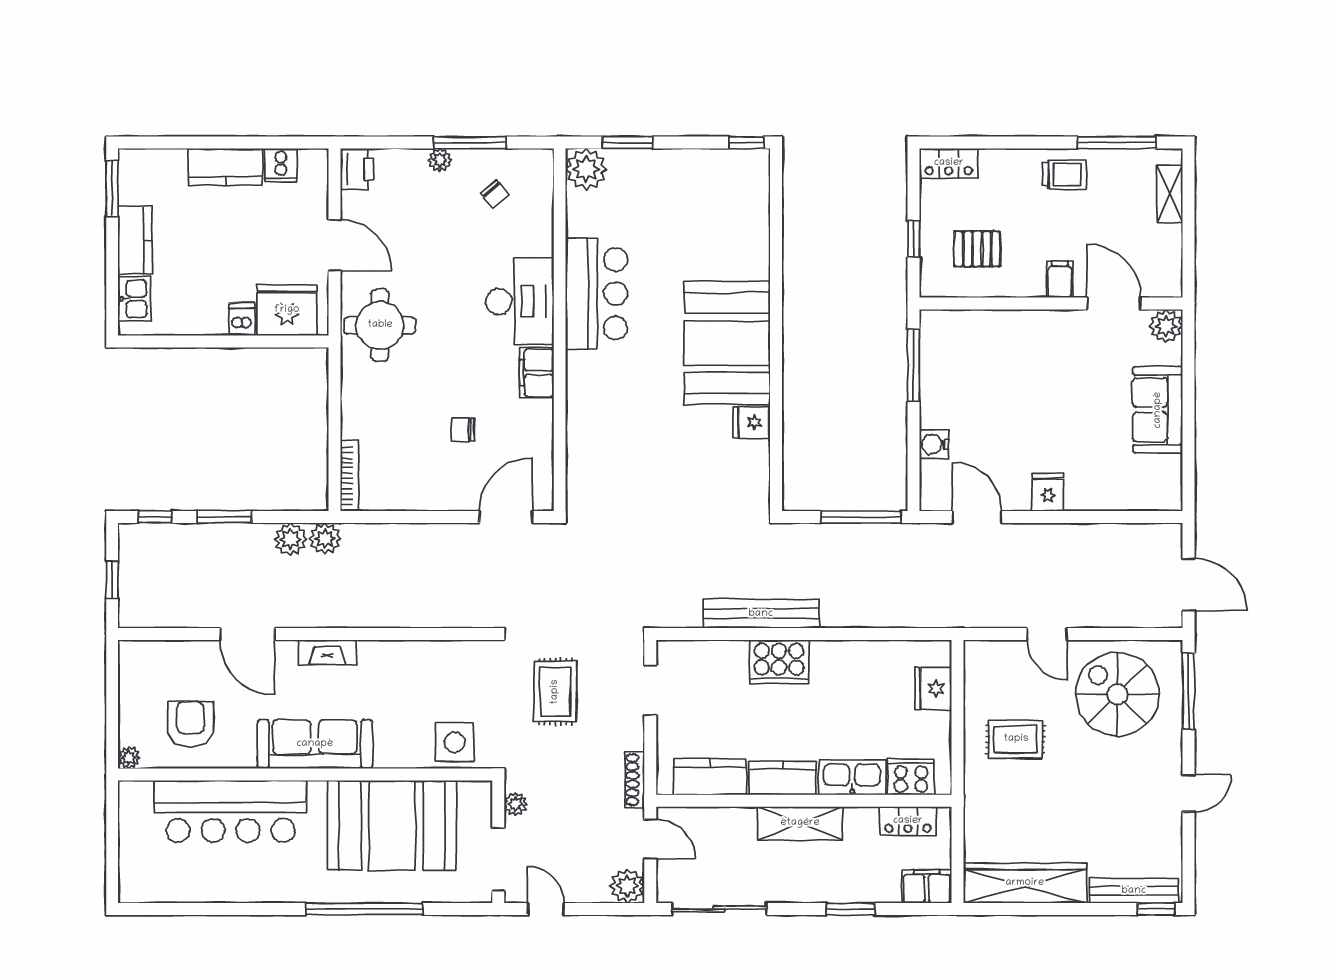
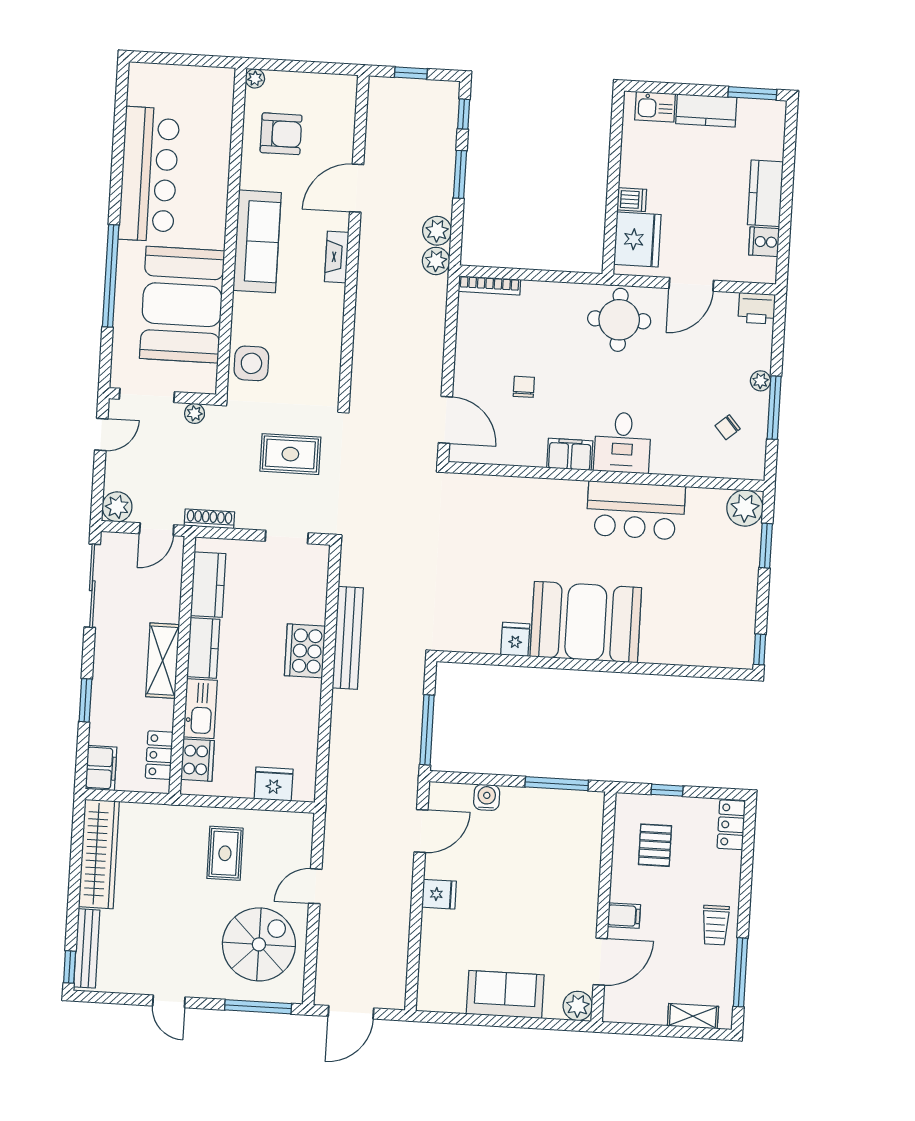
desk: (520, 301) -> (623, 443), width x0.73
bar counter: (231, 811) -> (149, 174), moved, turned 180

